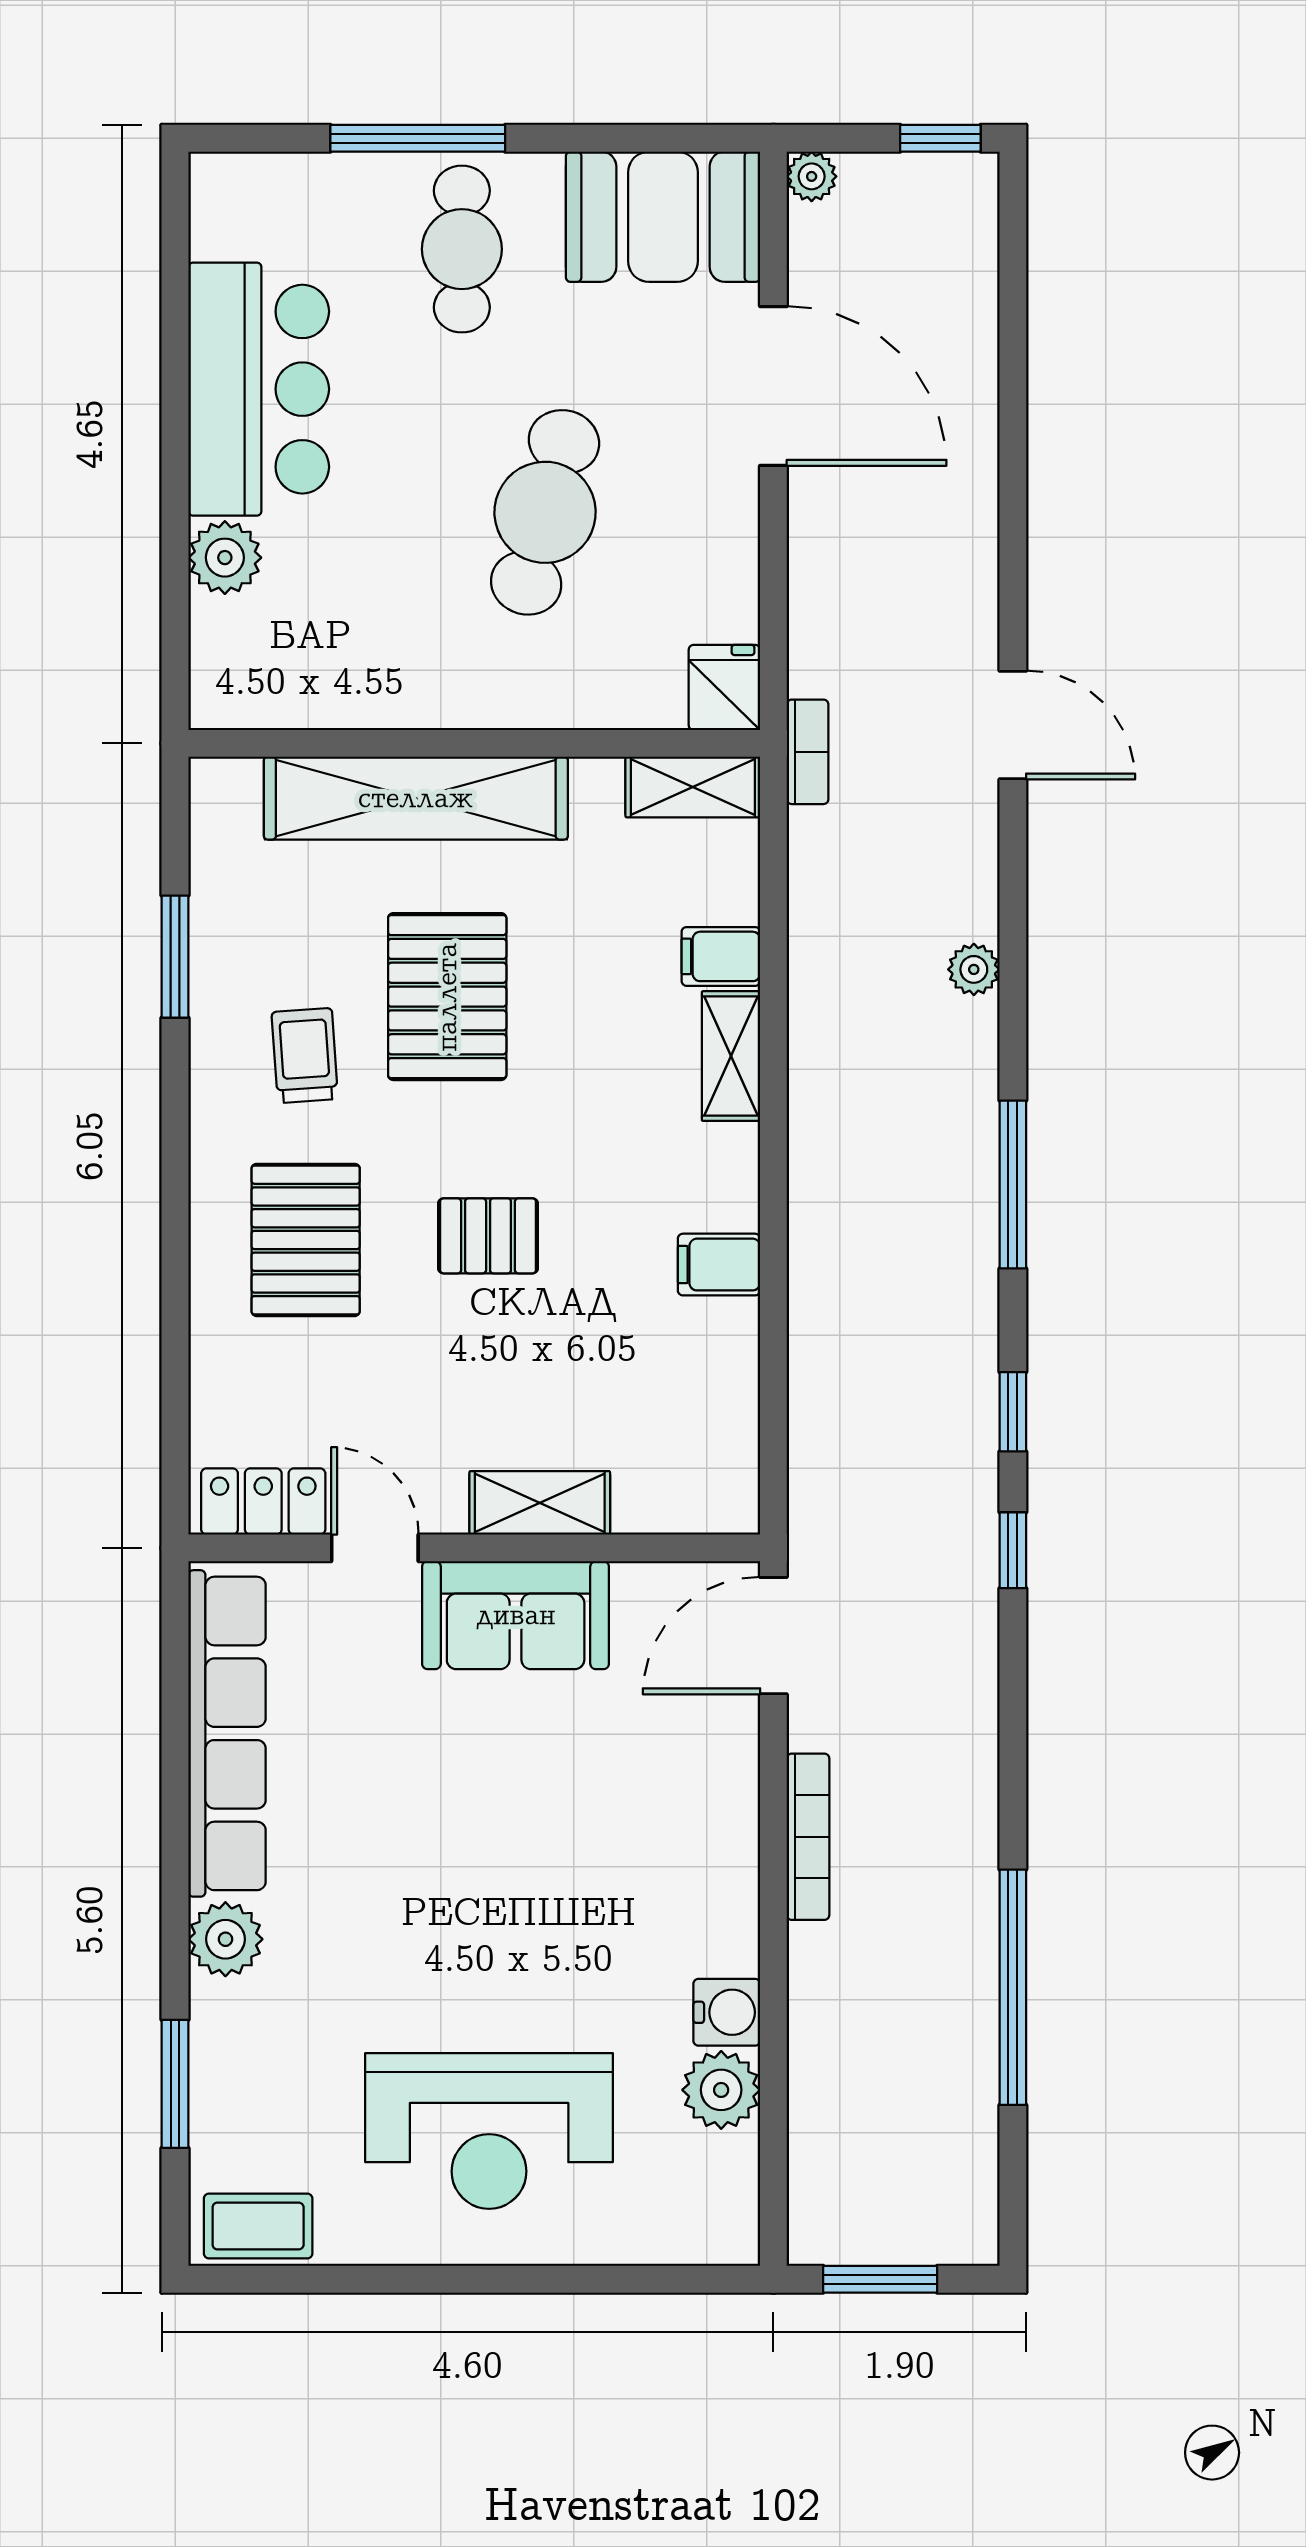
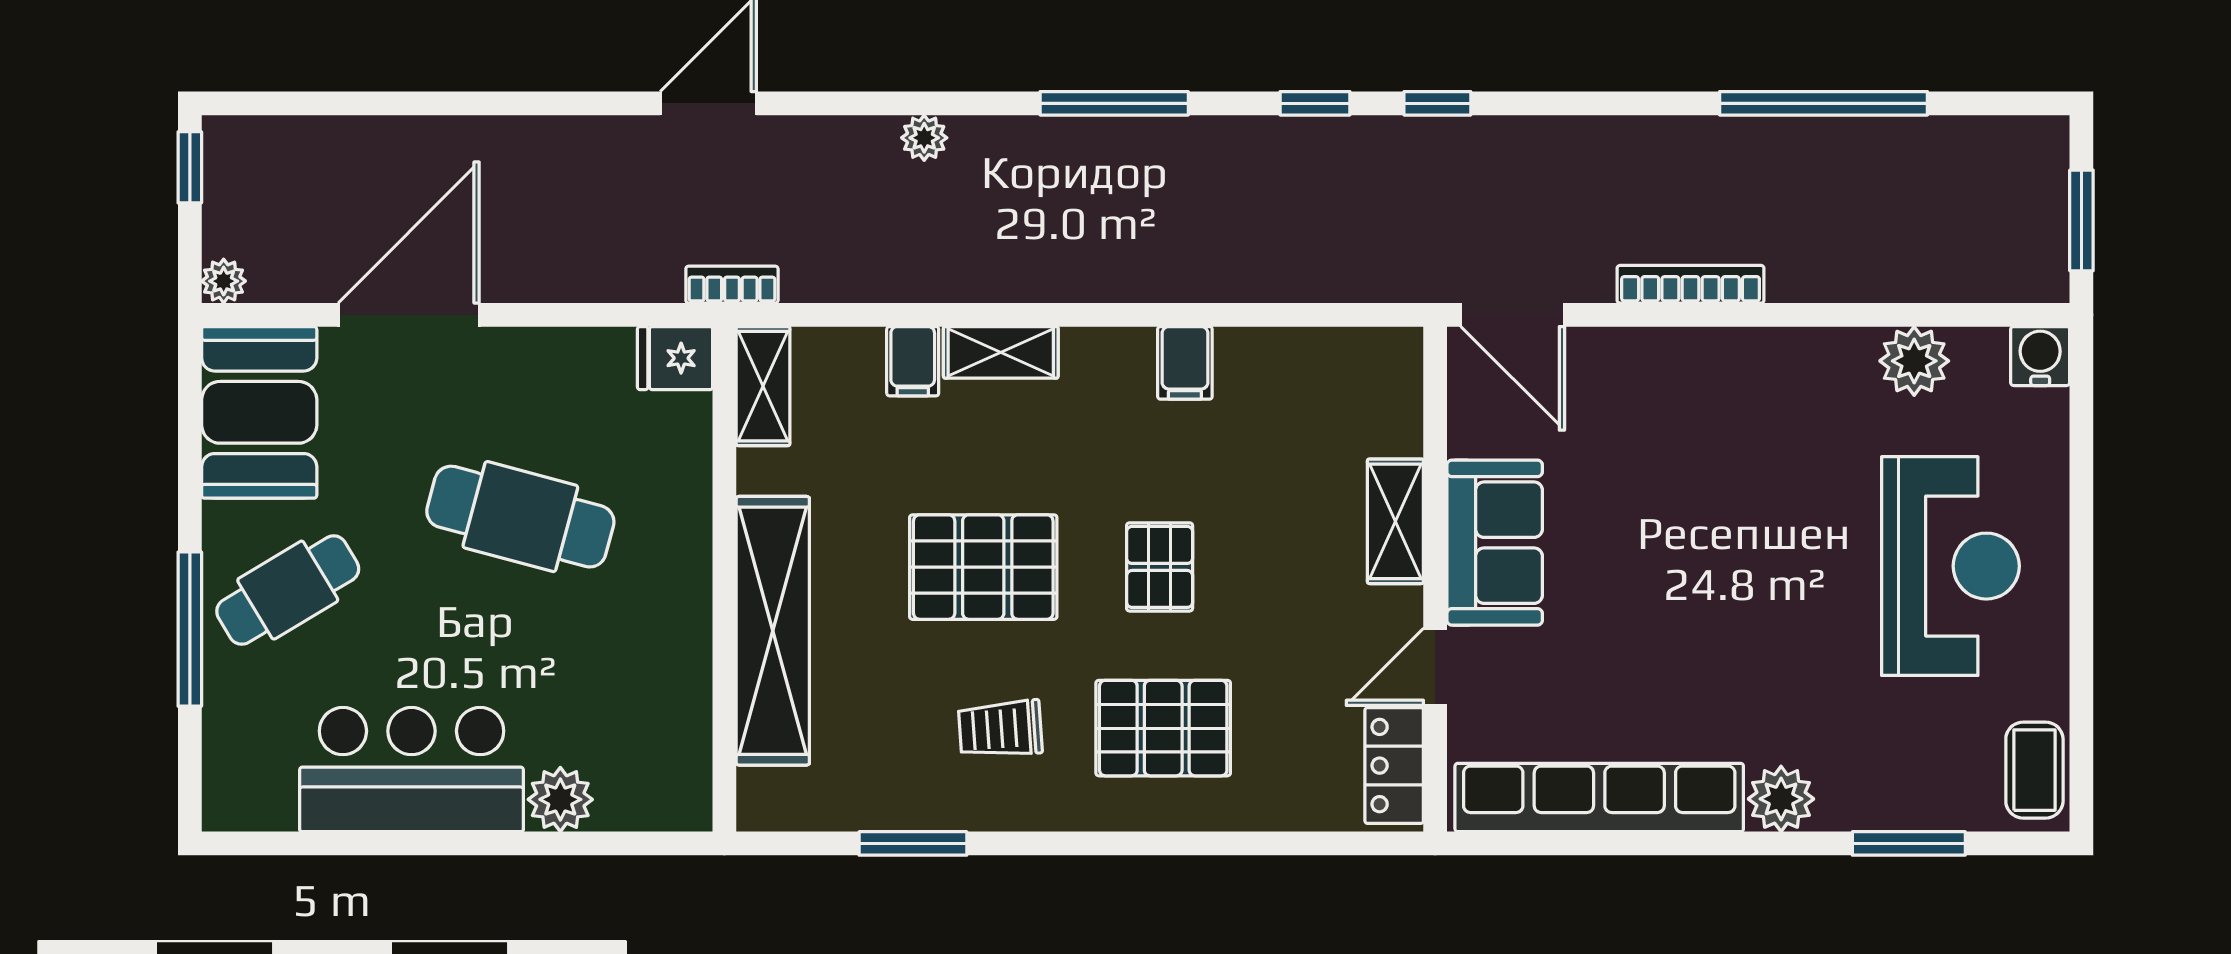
cafe table: (462, 249) -> (288, 590), turned -31
pallet: (447, 997) -> (983, 567), moved
water cooler: (727, 2012) -> (2040, 356), moved

